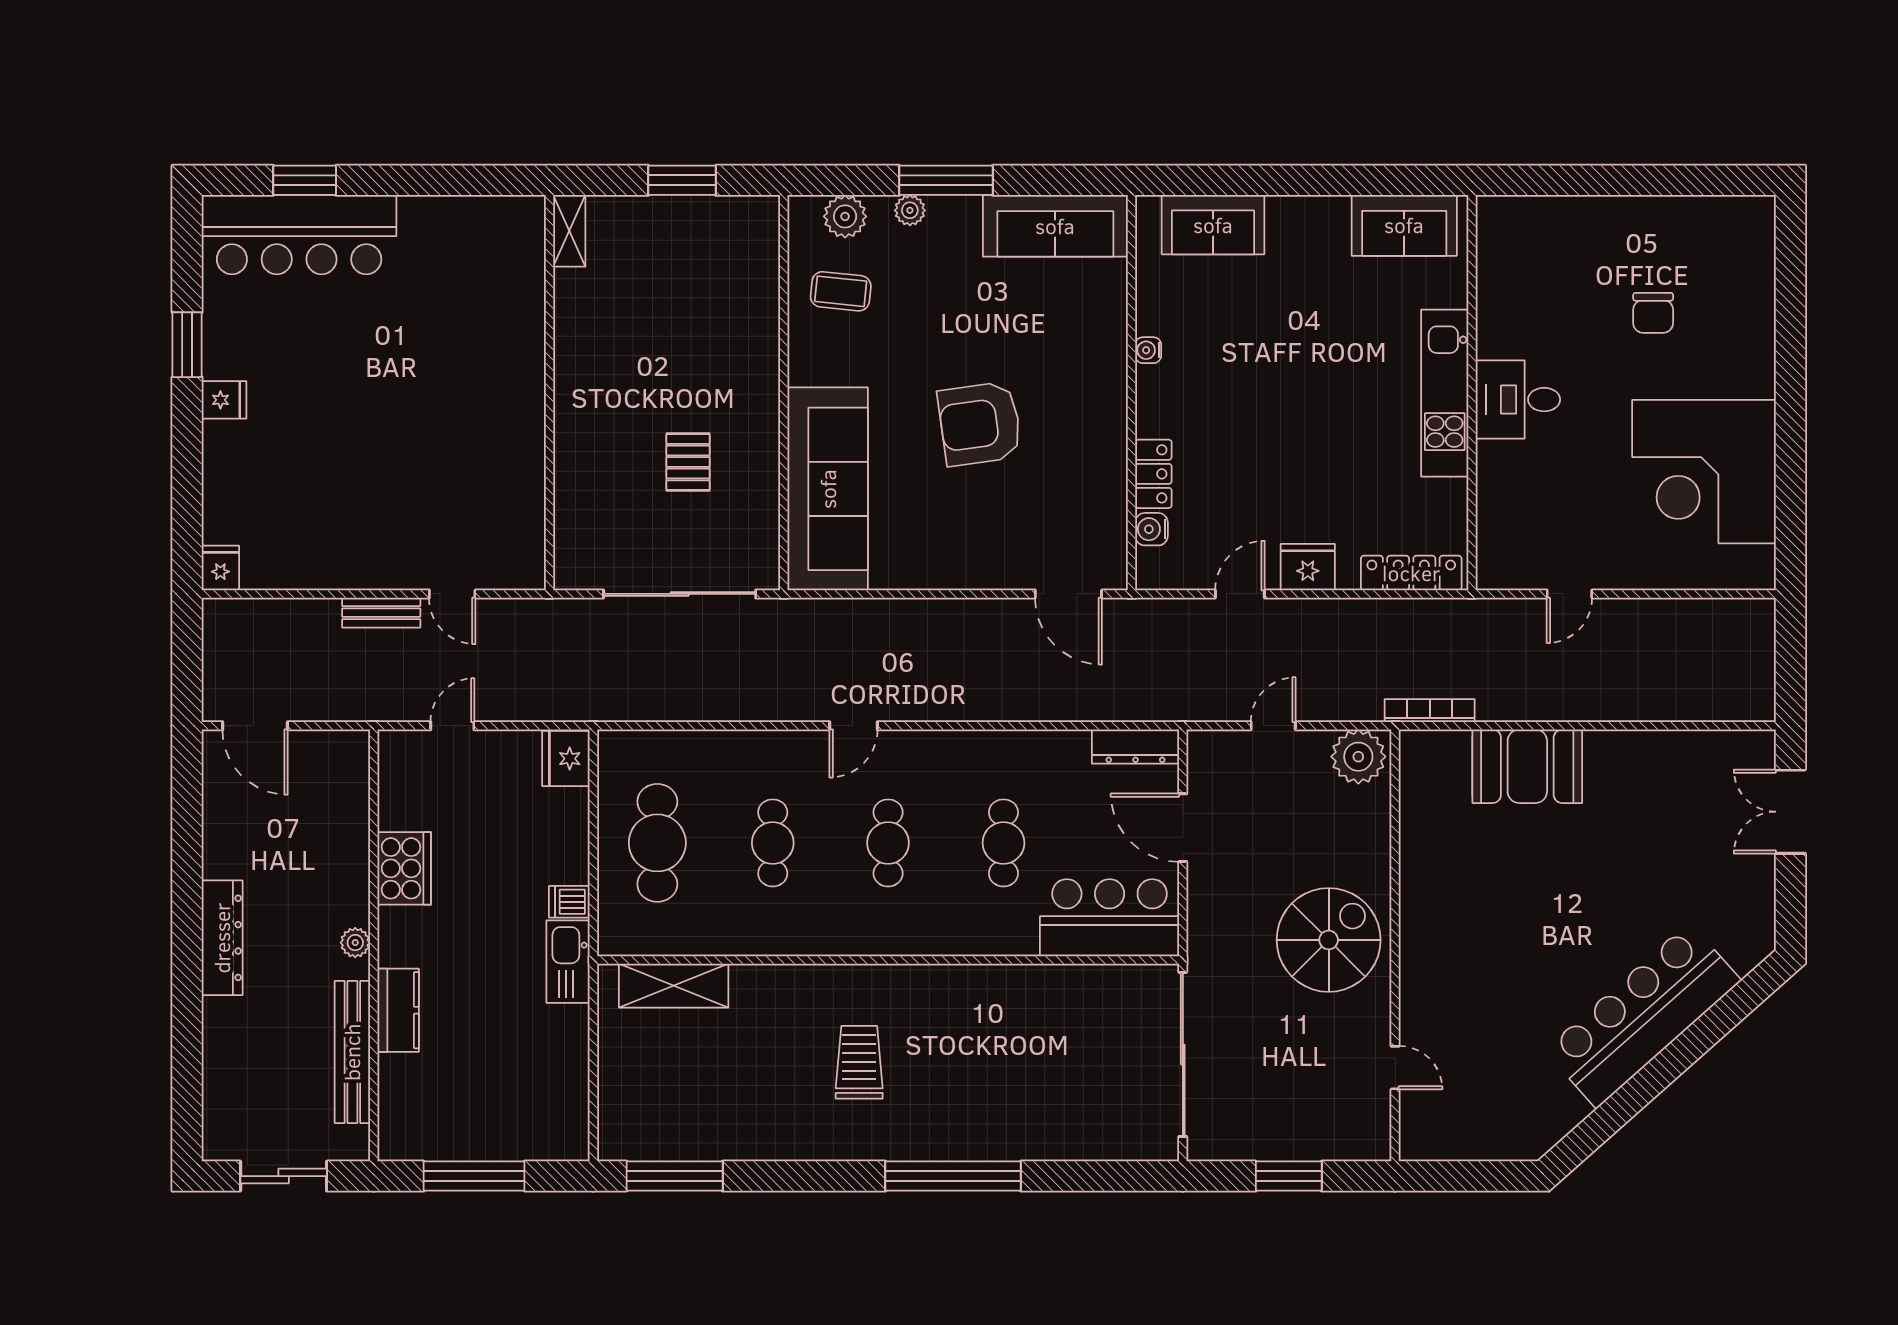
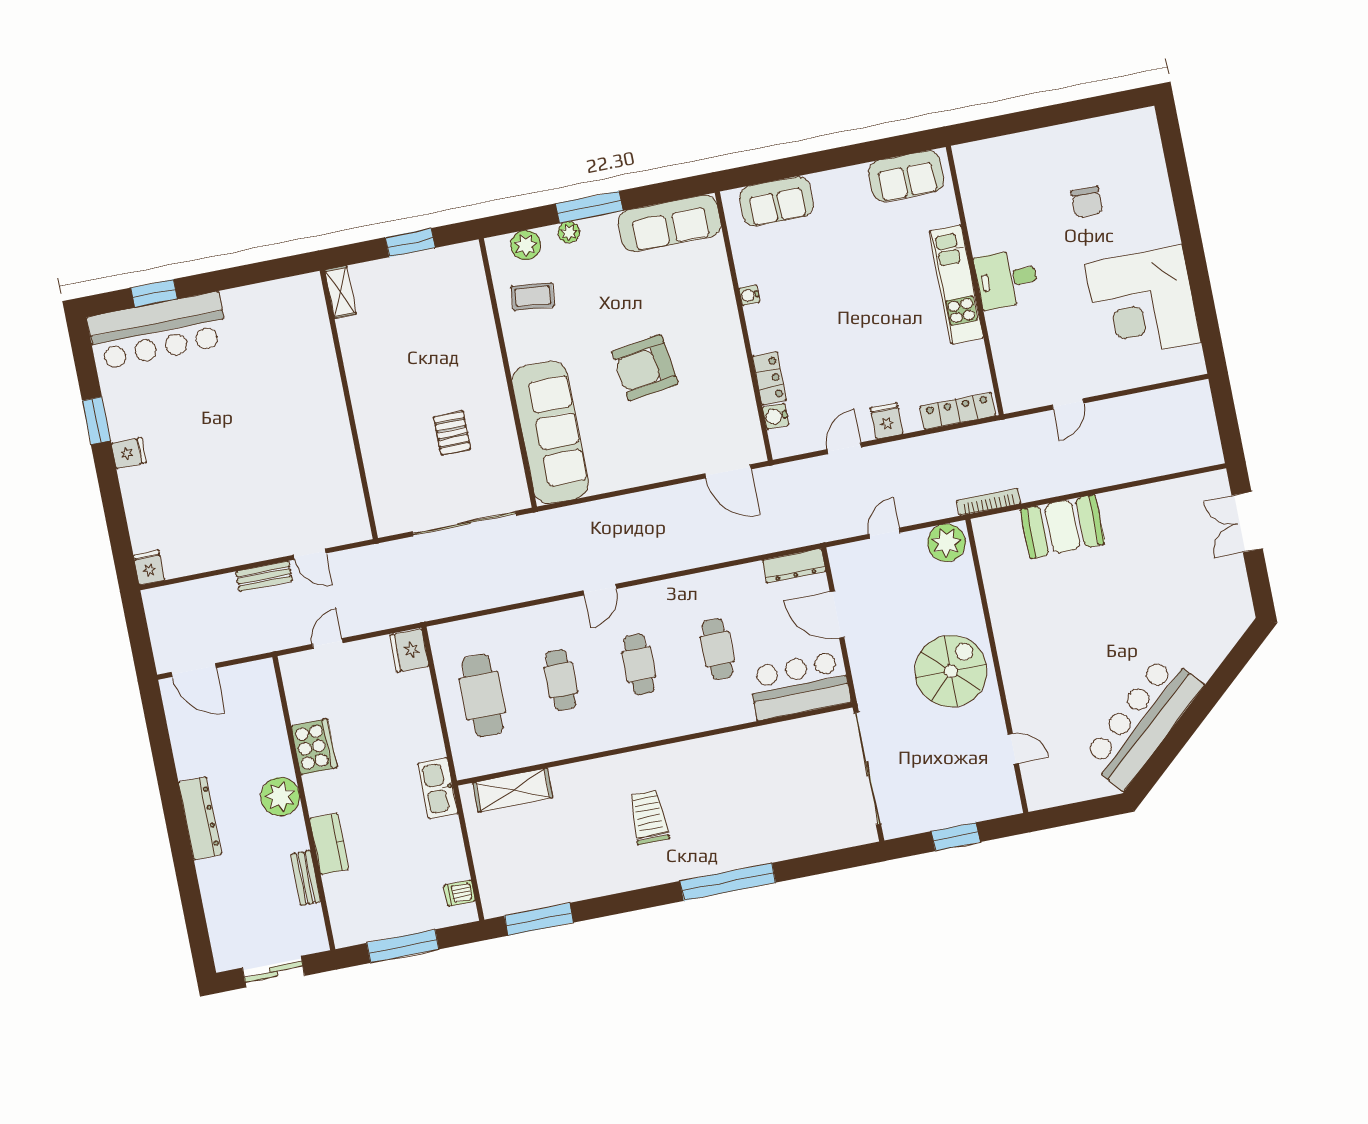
fridge: (1308, 567) -> (887, 421), width x0.72
dishwasher: (569, 902) -> (460, 893), moved
plant: (355, 943) -> (280, 797), width x1.88, depth x1.88
bar counter: (1643, 1015) -> (1143, 722), moved
bench: (352, 1052) -> (306, 878), width x0.54, depth x0.82

